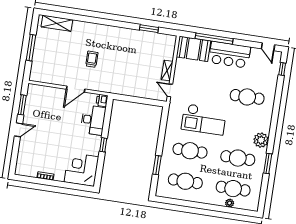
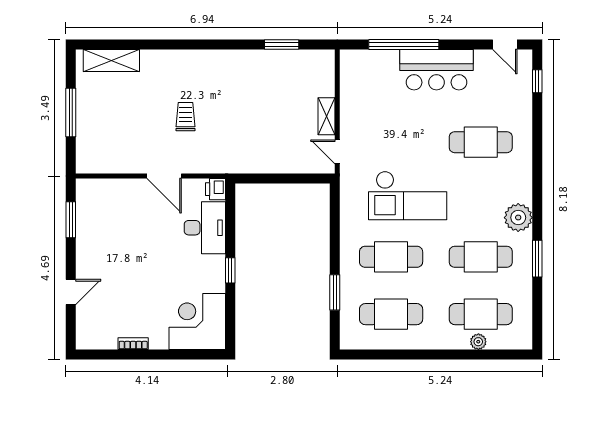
booth: (194, 49) -> (369, 69), removed
door: (76, 89) -> (164, 176), hinge flipped
door: (18, 130) -> (71, 292), moved

